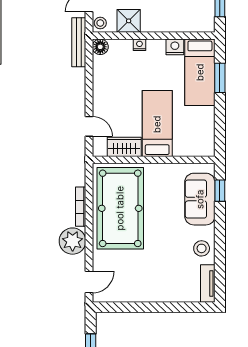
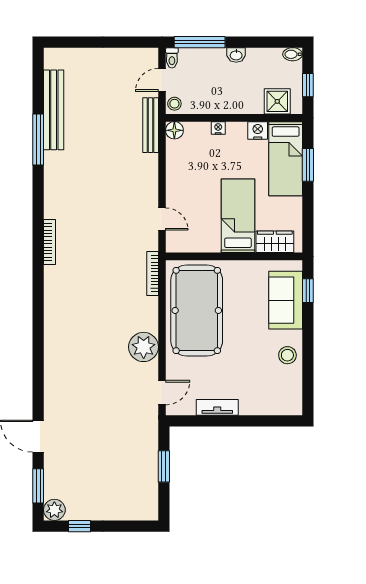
shower: (129, 21) -> (277, 101), moved
wardrobe: (124, 147) -> (275, 242), moved
bookcase: (81, 207) -> (153, 274), moved
tv unit: (208, 284) -> (217, 407), moved, turned 90

